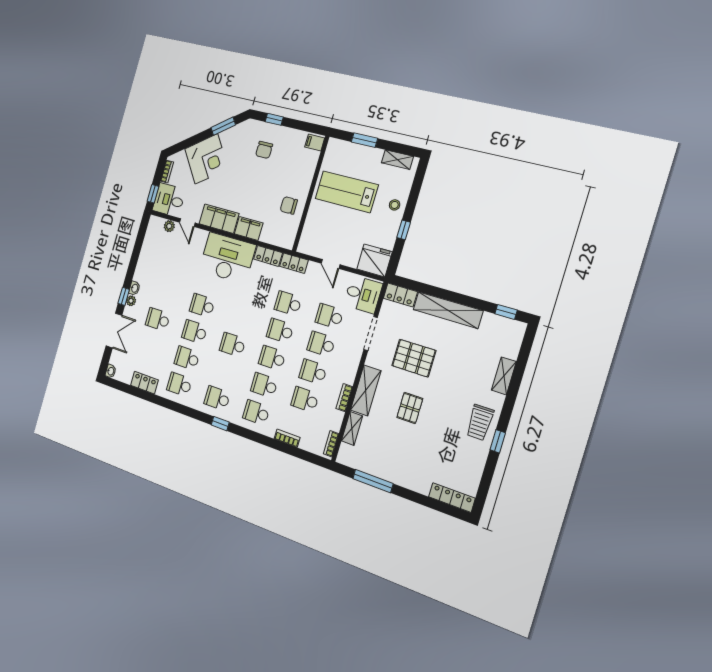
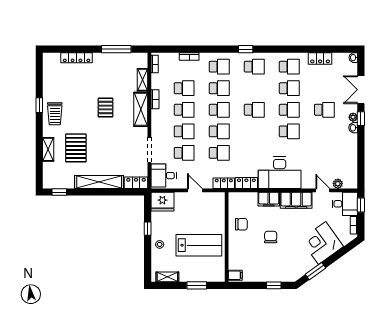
chair: (264, 150) -> (271, 237), moved
pallet: (414, 358) -> (76, 148), moved, turned 90
trolley: (480, 422) -> (55, 114), turned 180
locker: (452, 498) -> (77, 58), moved

